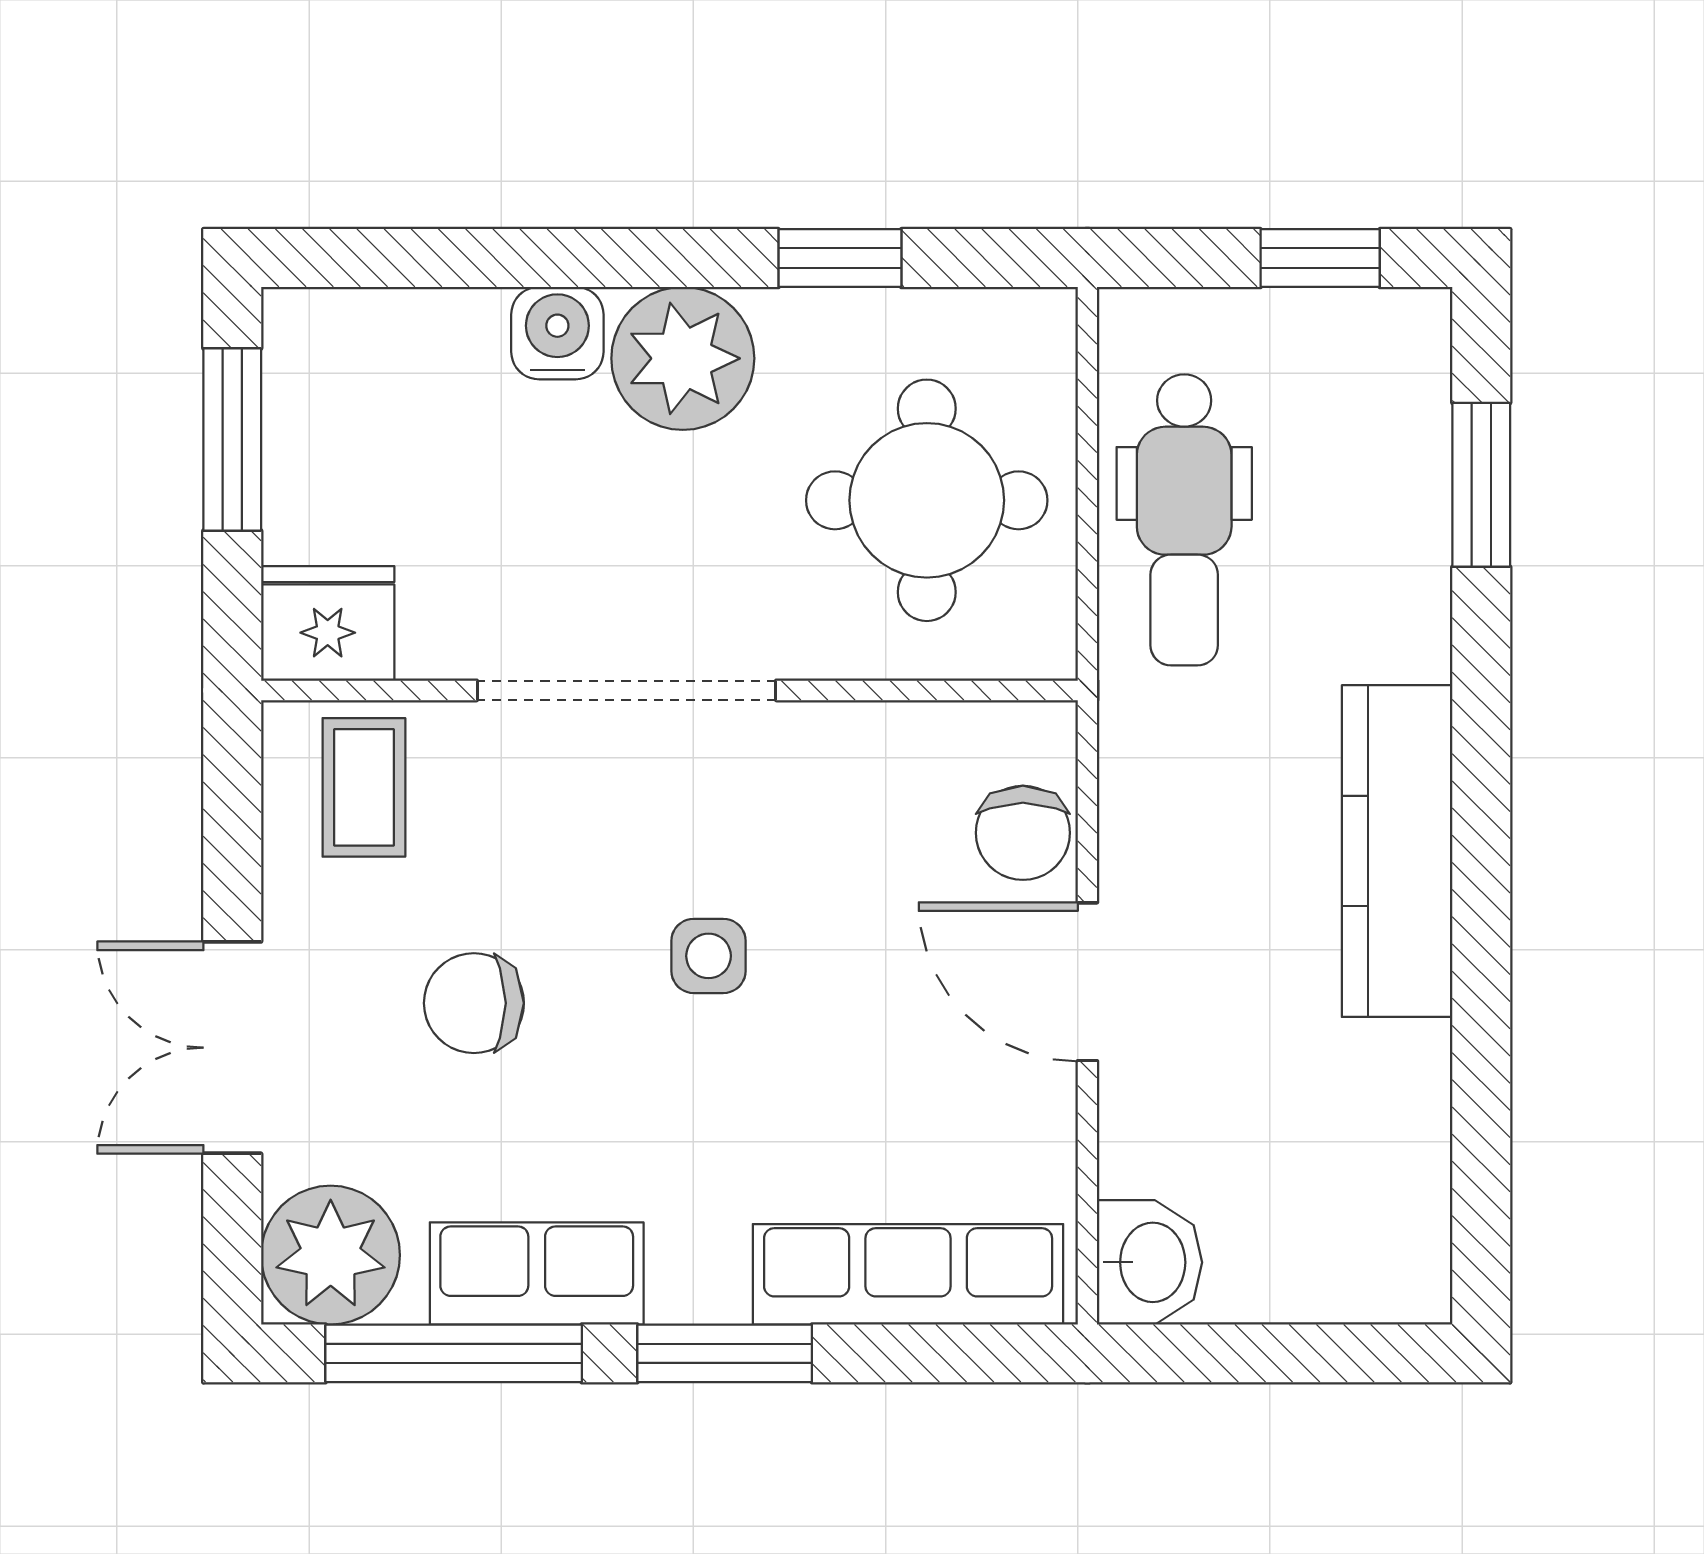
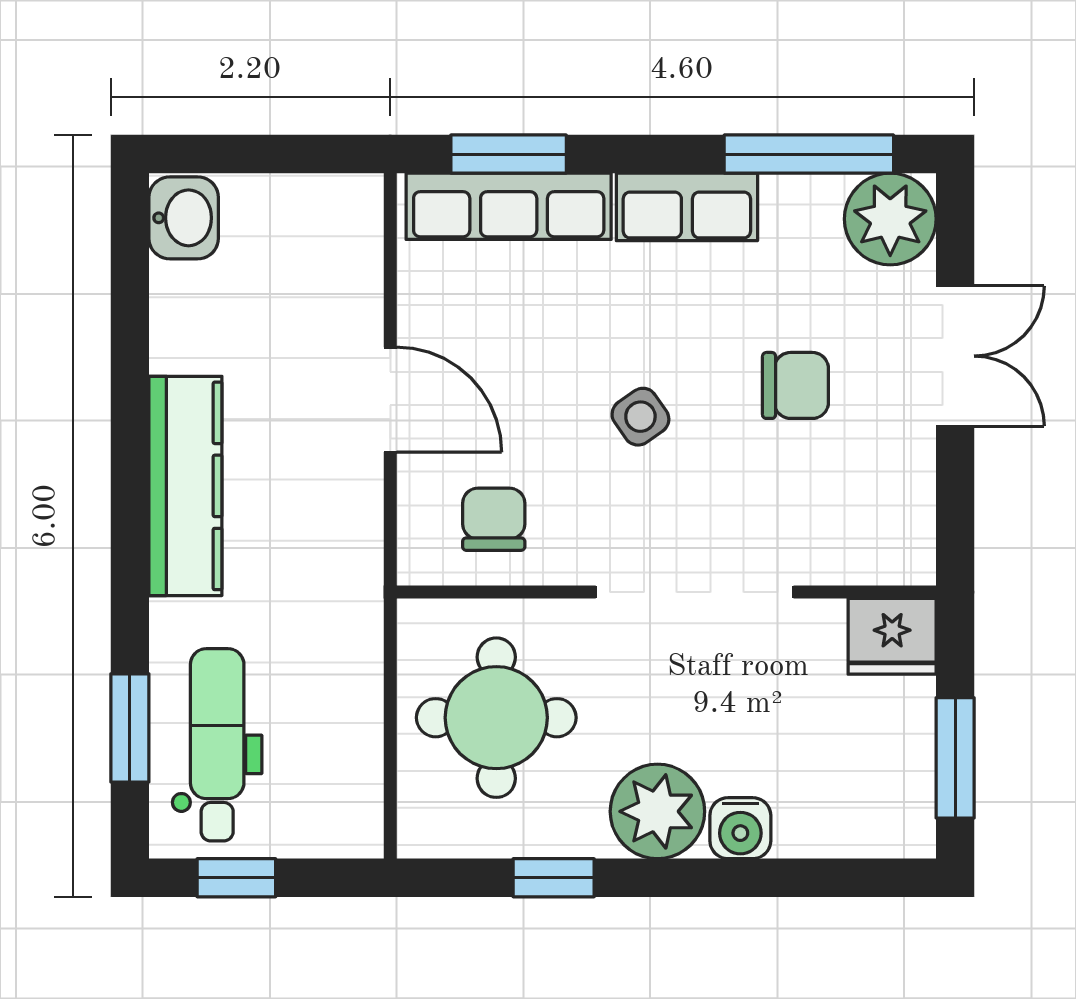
dental chair: (1184, 520) -> (217, 745), moved
coffee table: (364, 787) -> (868, 528), removed
chair: (1023, 833) -> (494, 519), moved
side table: (709, 956) -> (640, 417), turned -35
washbasin: (1150, 1262) -> (184, 218), moved, turned 180
row of seats: (537, 1273) -> (687, 207), moved
window: (725, 1353) -> (509, 154), moved

